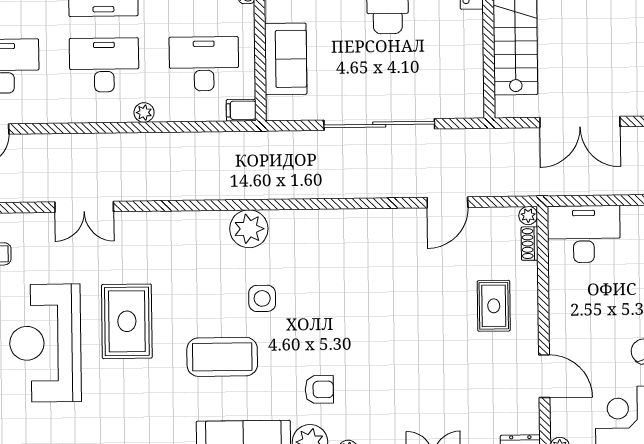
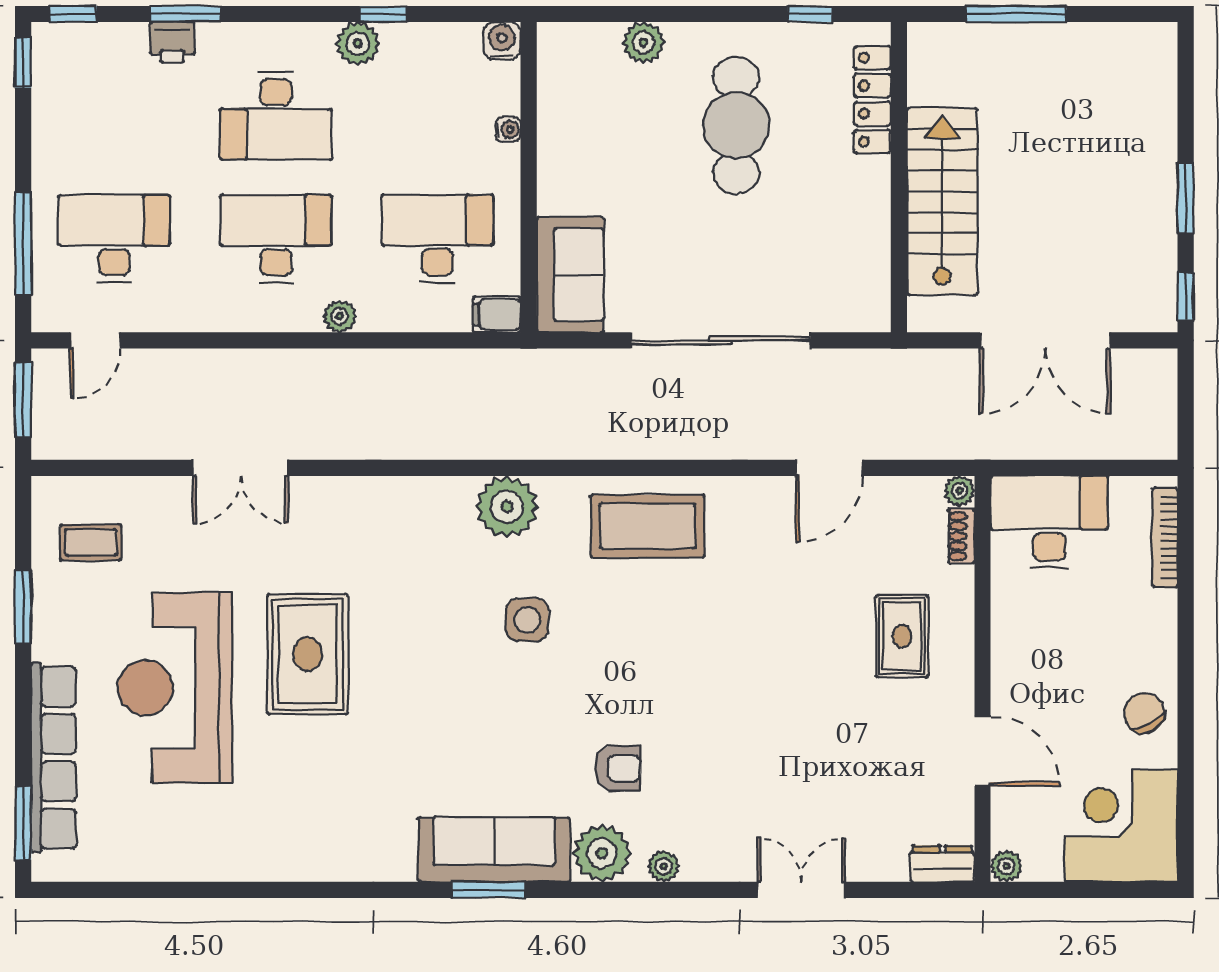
sofa: (286, 59) -> (570, 275), moved
coffee table: (222, 357) -> (647, 526), moved

